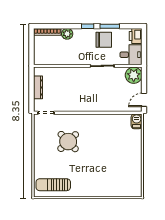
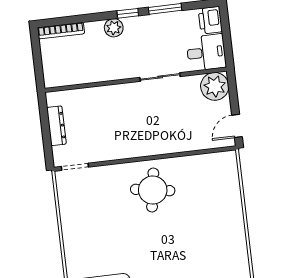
plant: (67, 34) -> (114, 28), moved
chair: (104, 40) -> (157, 33), removed
barbecue: (137, 121) -> (229, 163), removed
round table: (68, 142) -> (153, 190), moved, turned -37

